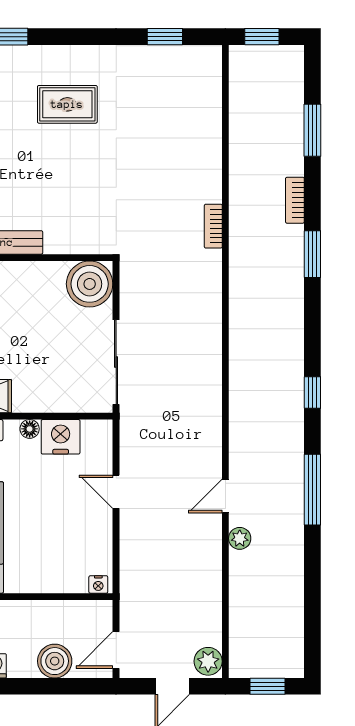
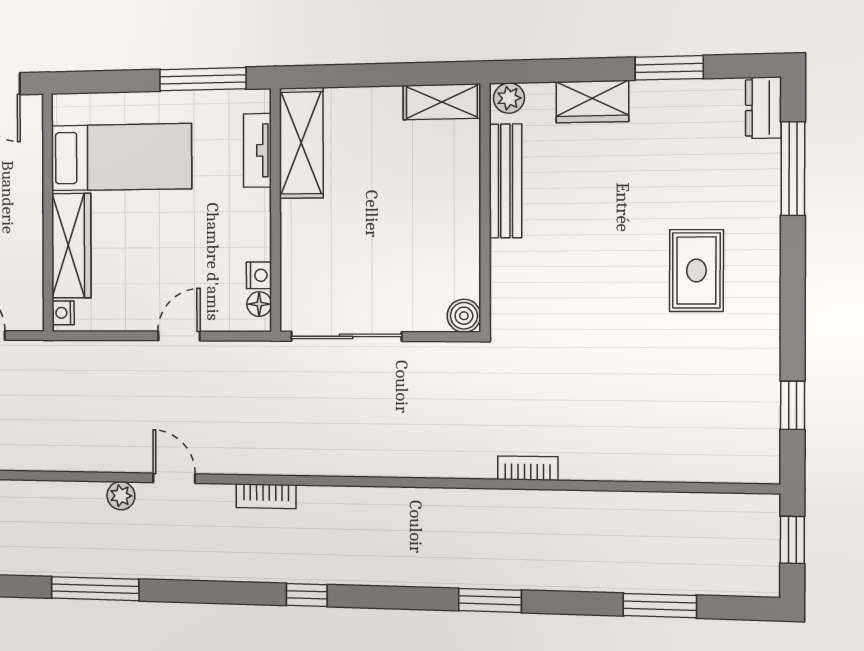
bookcase: (295, 200) -> (266, 496), moved, turned 180
boiler: (90, 284) -> (464, 316), width x0.54, depth x0.54
floor lamp: (30, 429) -> (259, 304), moved
nightstand: (61, 437) -> (259, 275), width x0.53, depth x0.56
window: (312, 490) -> (95, 589), moved
wardrobe: (46, 578) -> (71, 246), added

